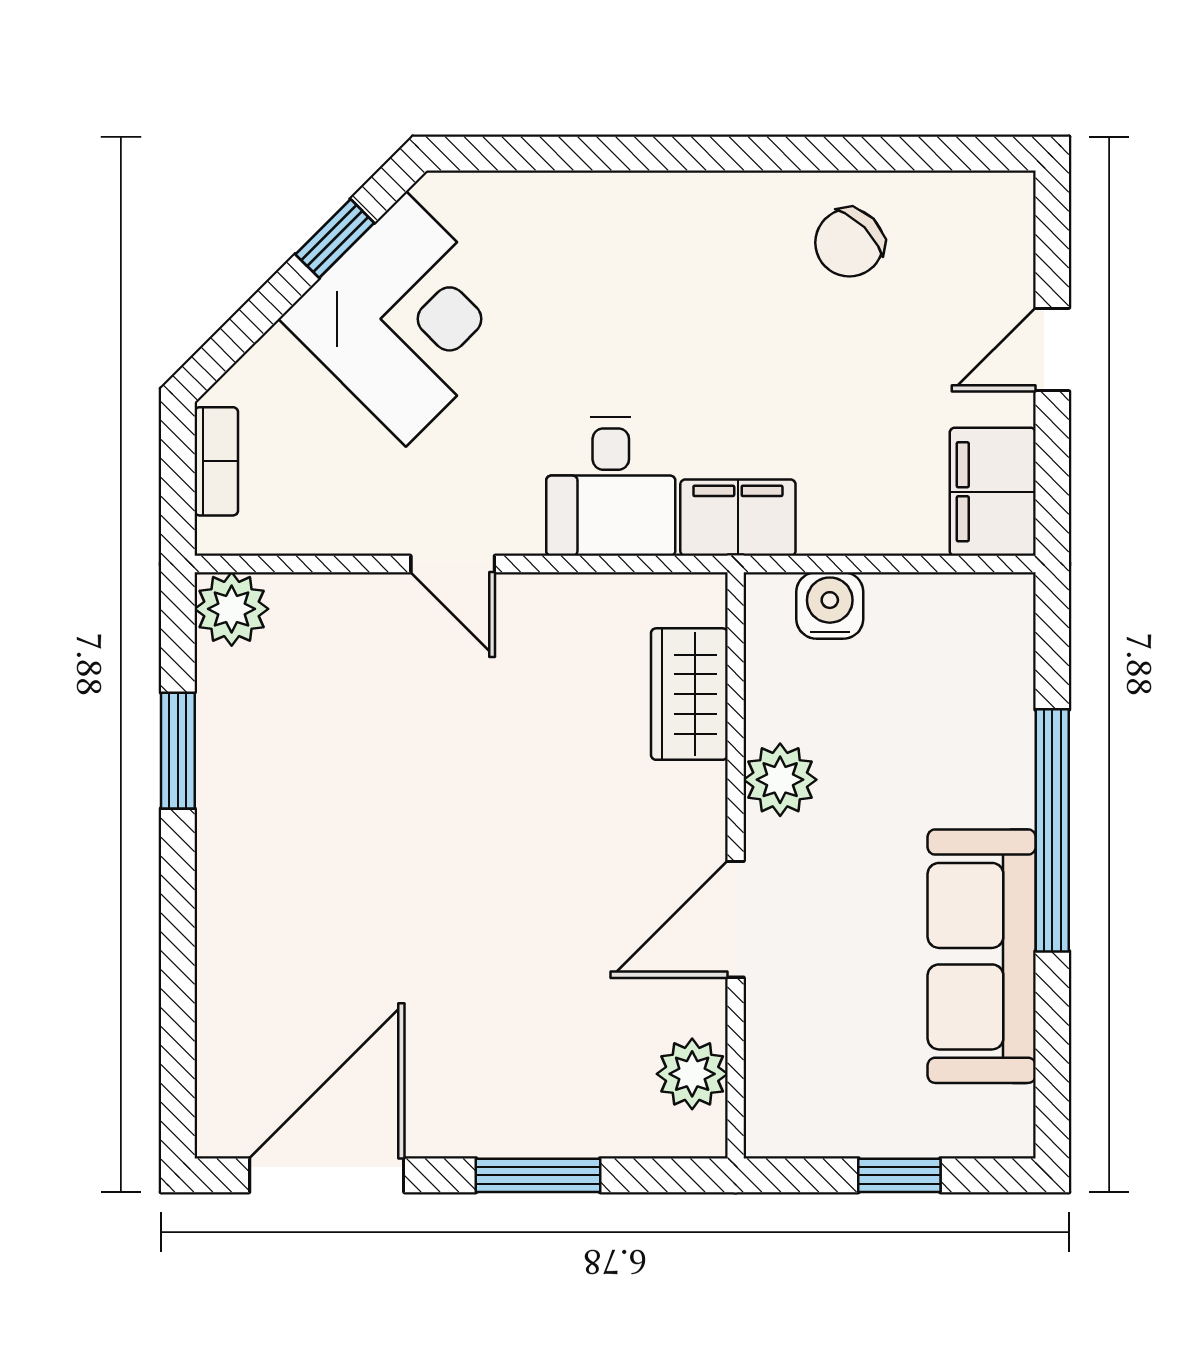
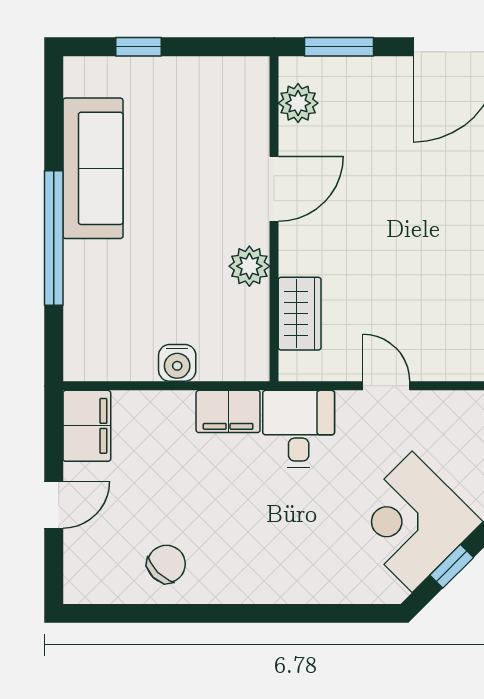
wardrobe: (689, 694) -> (300, 314), moved
plant: (780, 780) -> (249, 266), moved
wall: (736, 865) -> (274, 219), moved
door: (736, 919) -> (274, 189), moved
plant: (692, 1074) -> (298, 103), moved

